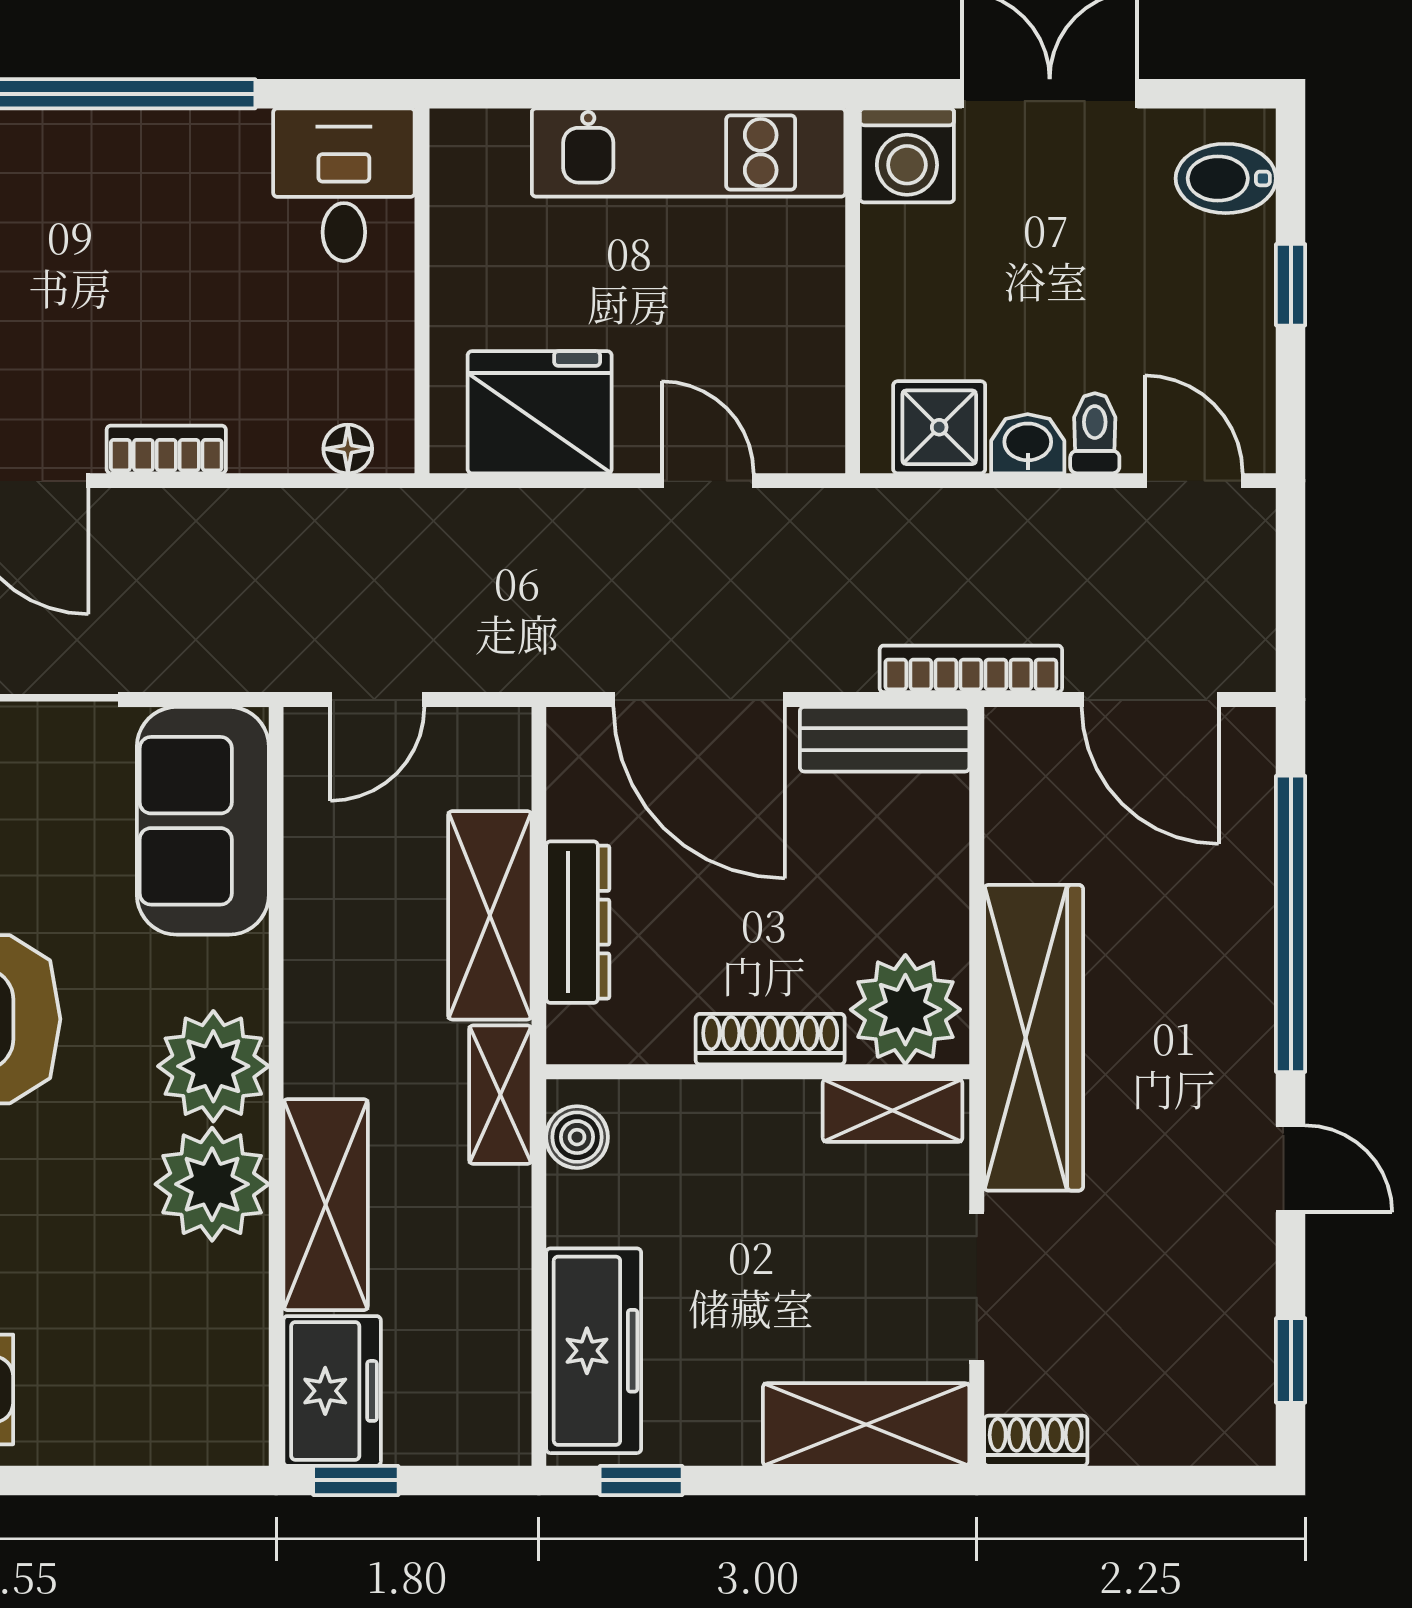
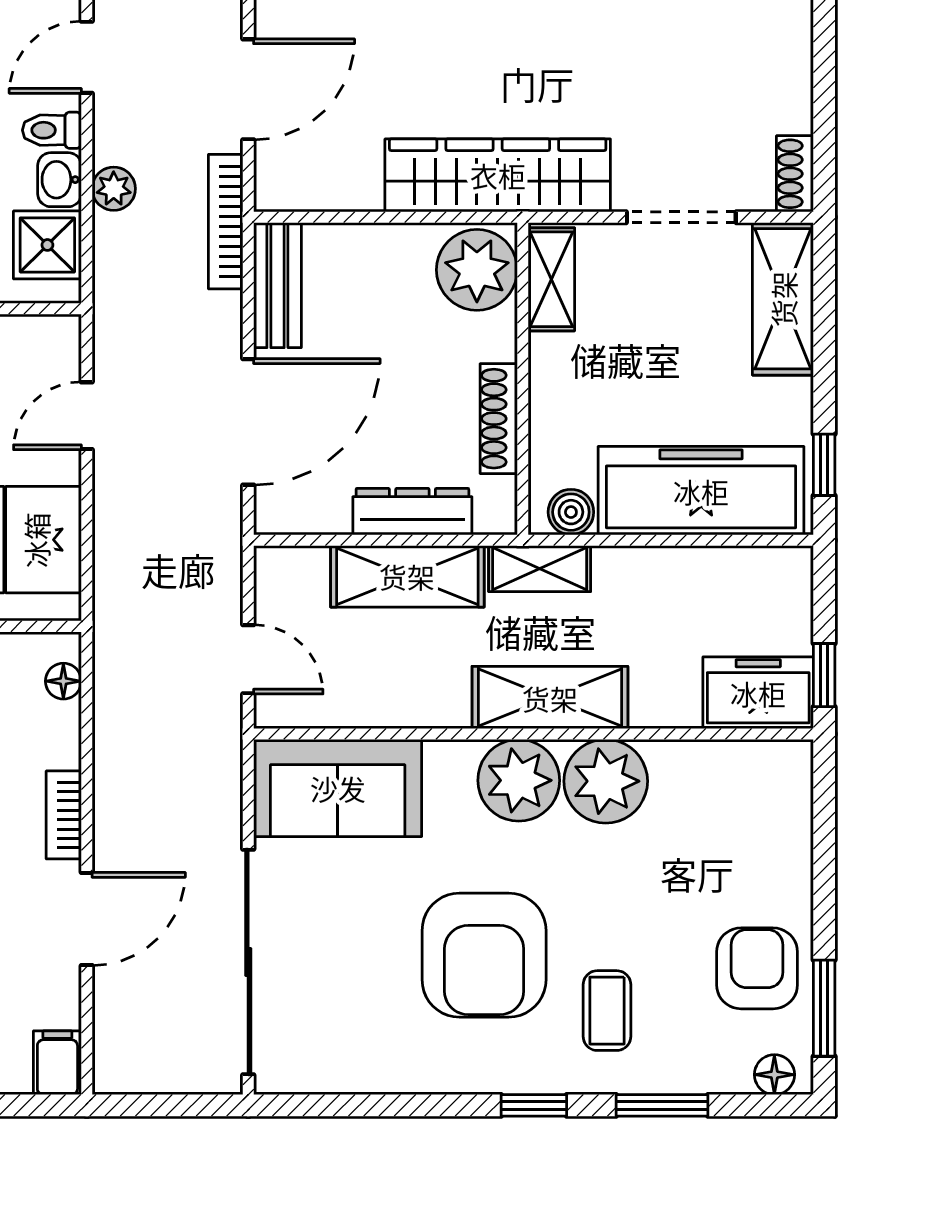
plant: (1015, 517) -> (114, 189), added
shoe rack: (770, 1039) -> (499, 419), moved
shelving: (326, 1205) -> (550, 698), moved
freezer: (594, 1351) -> (701, 491), width x1.36, depth x1.26

